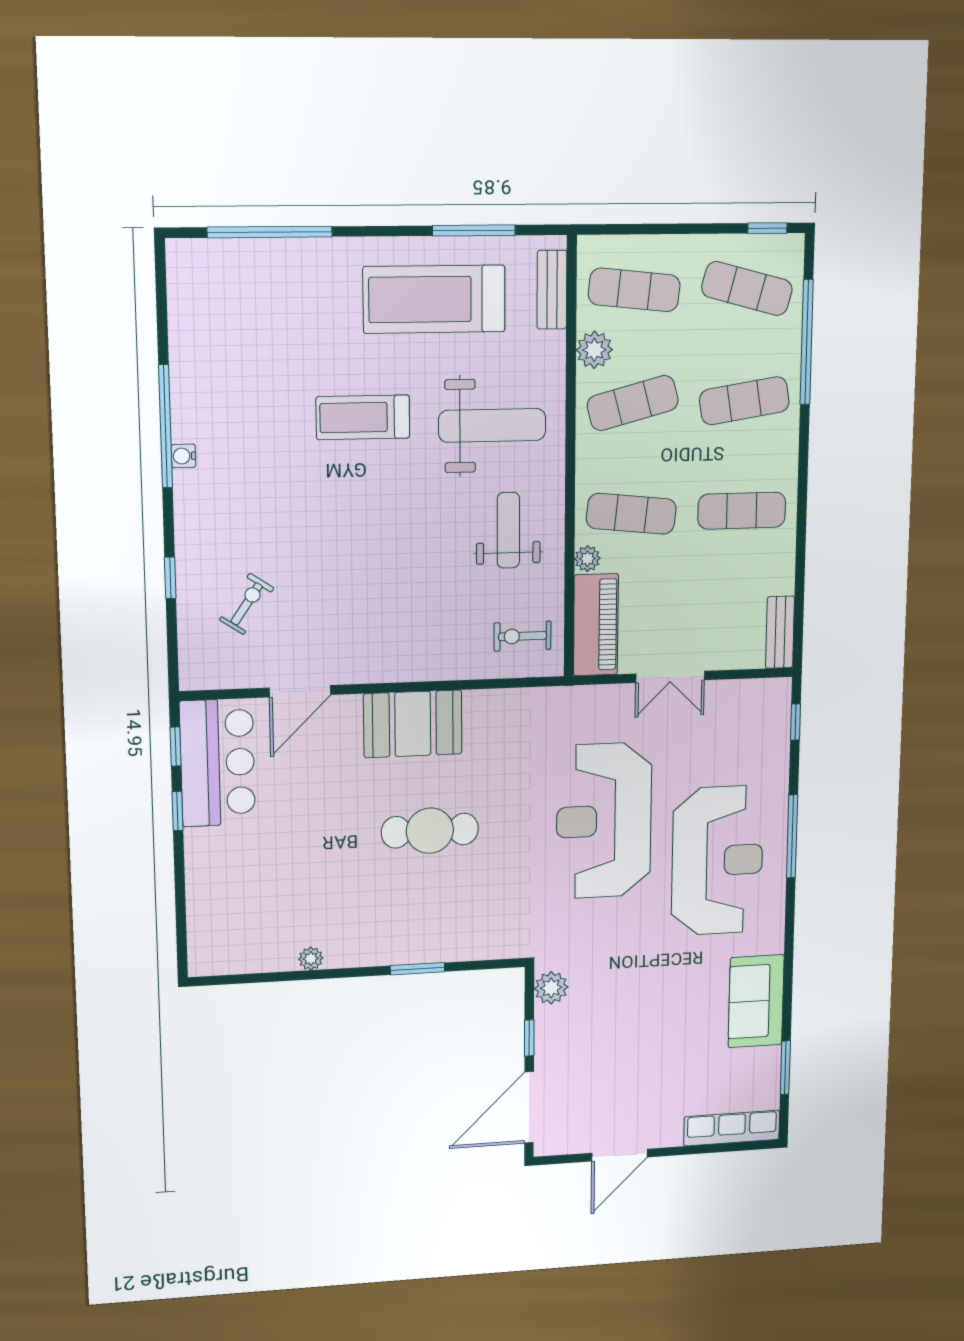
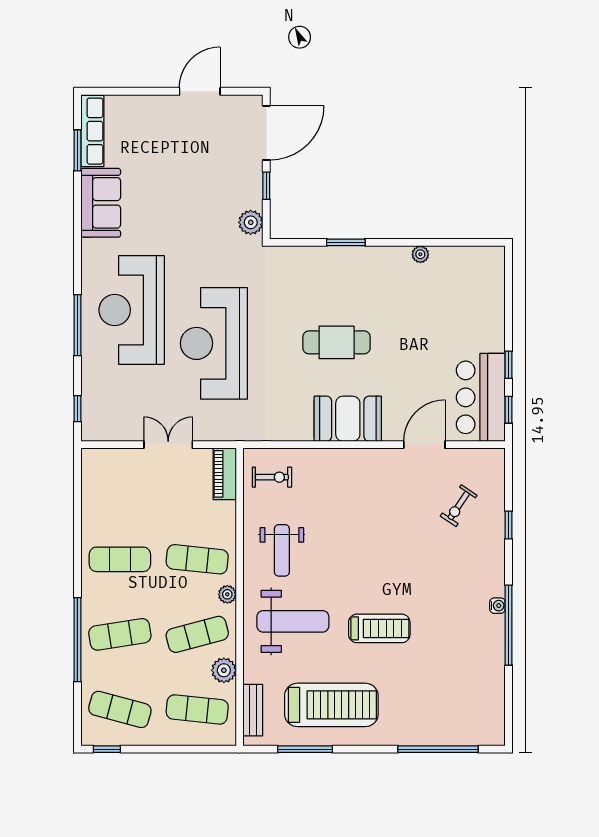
window: (807, 342) -> (77, 640), moved
weight bench: (492, 425) -> (293, 621), turned 180
plant: (587, 559) -> (227, 594), moved
piano: (596, 625) -> (225, 474), width x0.73, depth x0.75
bench: (780, 632) -> (90, 473), removed
reception desk: (604, 821) -> (214, 343), turned 180
row of seats: (732, 1128) -> (92, 131), moved, turned -90

